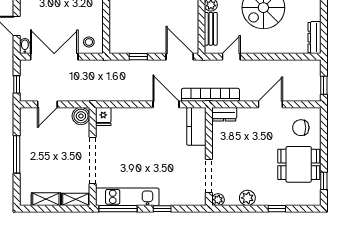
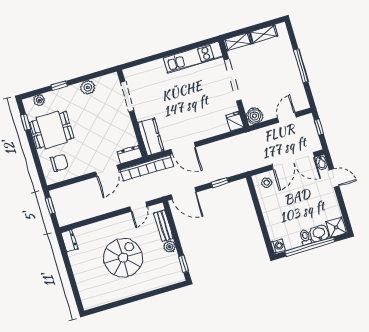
dresser: (315, 38) -> (69, 241), width x0.70
door: (270, 104) -> (107, 171), moved
plant: (218, 200) -> (39, 100), moved
window: (118, 209) -> (198, 45), removed
window: (162, 209) -> (159, 56), removed

